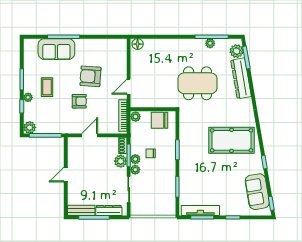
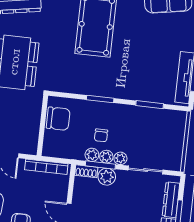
plant: (136, 117) -> (92, 155), moved
chair: (159, 120) -> (58, 119), turned -90

